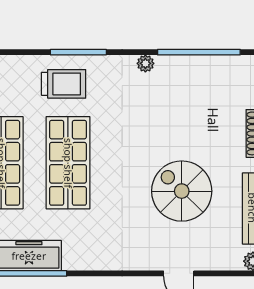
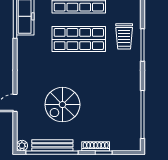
plant: (145, 63) -> (136, 84), removed
spiral stairs: (182, 191) -> (62, 105), turned 180

